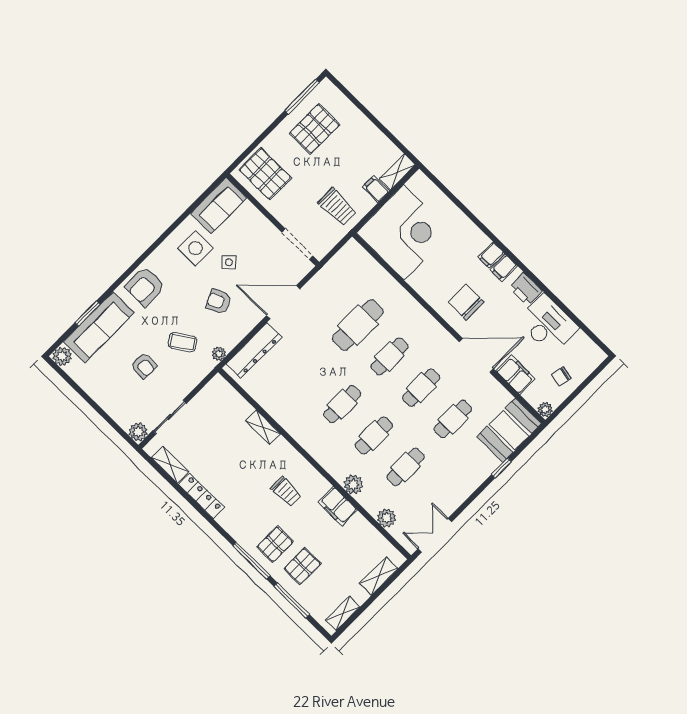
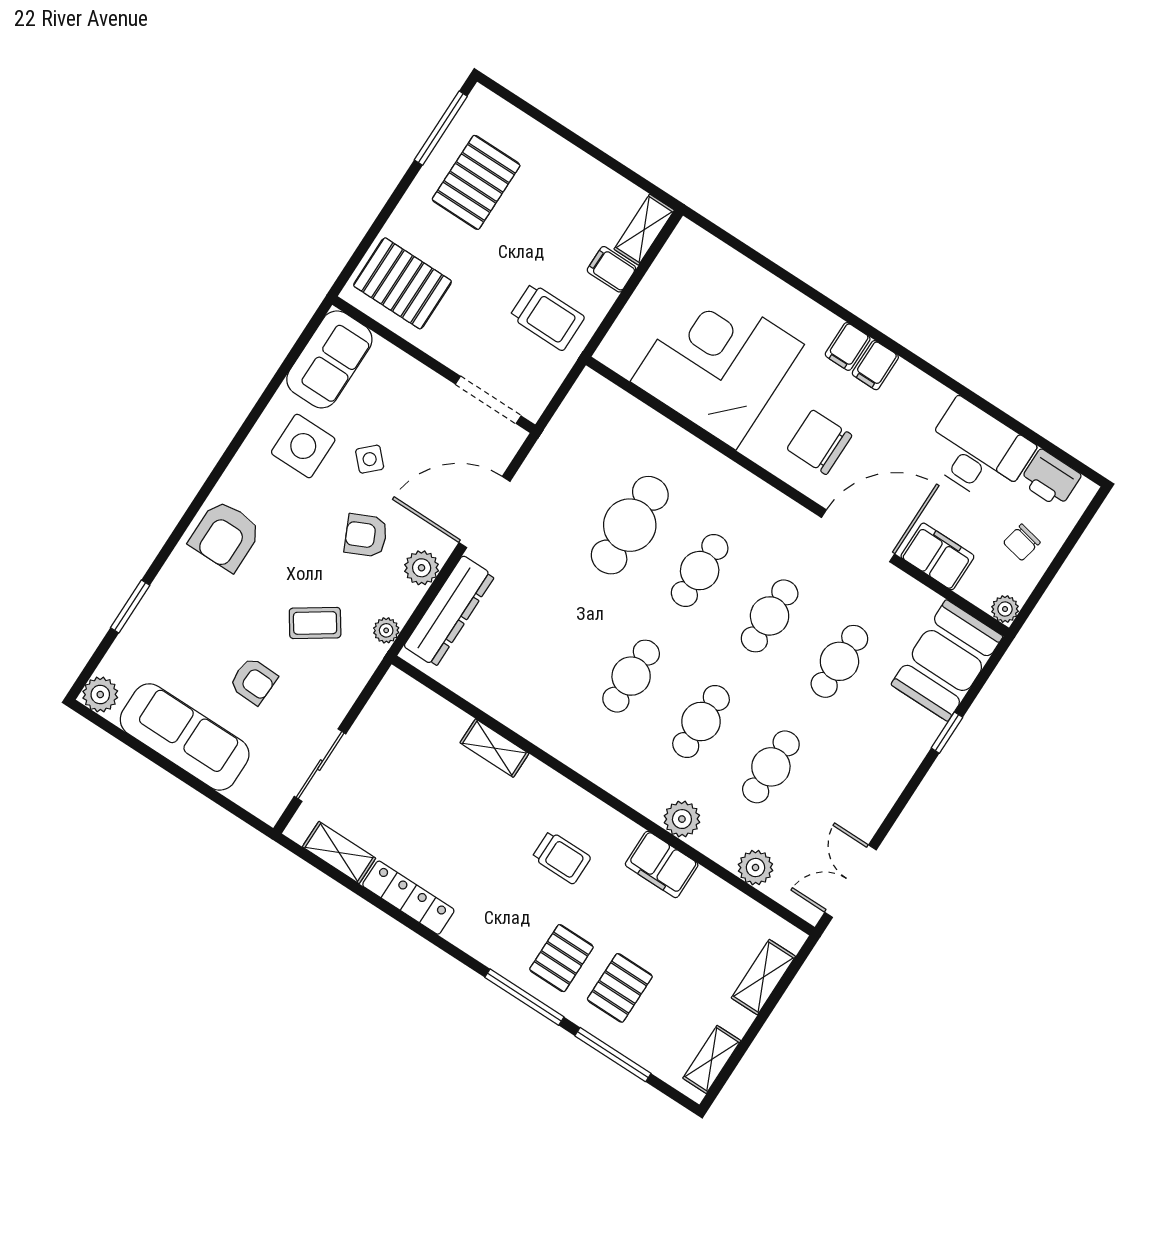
corner desk: (404, 232) -> (717, 363), moved, turned -90
printer: (526, 289) -> (1050, 479), moved
sofa: (99, 327) -> (185, 737), moved, turned -90
plant: (138, 432) -> (422, 568), moved

